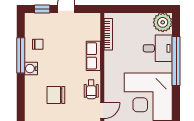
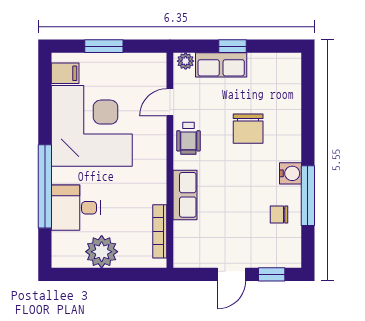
plant: (163, 22) -> (102, 252), moved
wheelchair: (91, 89) -> (188, 138), turned 180
chair: (56, 95) -> (248, 129), turned 90

